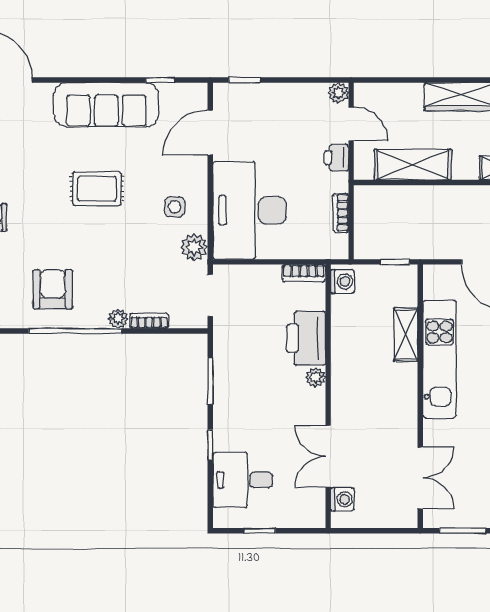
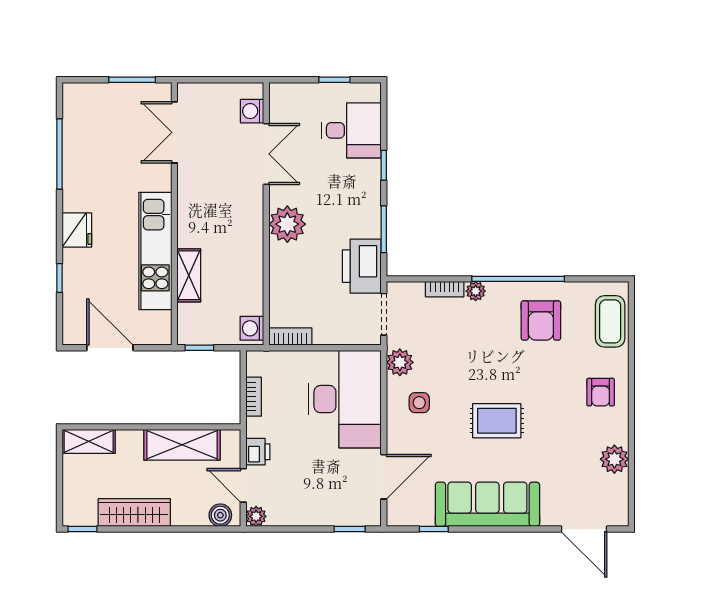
boiler: (374, 94) -> (220, 515), added
printer: (306, 338) -> (362, 266), moved, turned 180
plant: (316, 377) -> (287, 224), width x1.88, depth x1.88

